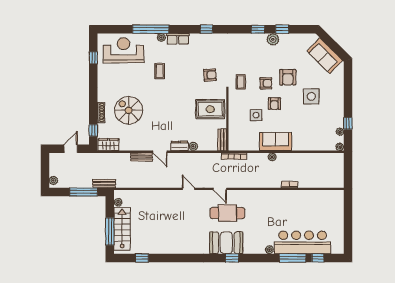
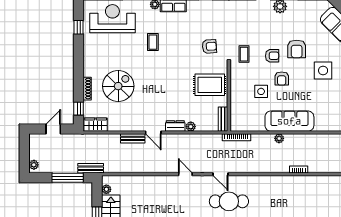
spiral stairs: (129, 110) -> (118, 86), turned 90
sofa: (276, 142) -> (289, 121), width x1.36

